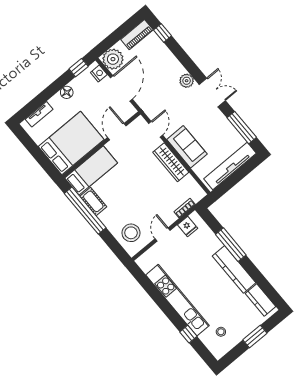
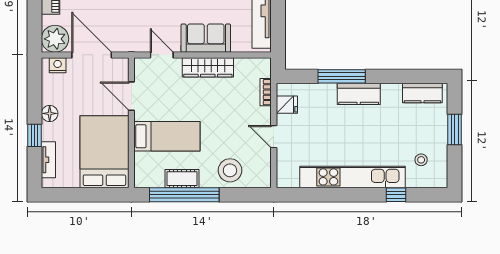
window: (79, 68) -> (35, 135), moved
bed: (91, 170) -> (167, 136), moved, turned 90
stool: (131, 233) -> (230, 170), moved
kitchen counter: (234, 269) -> (359, 94), width x0.67

